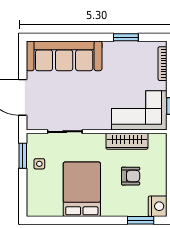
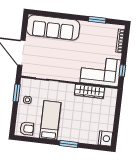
armchair: (131, 176) -> (27, 129), moved
bed: (82, 189) -> (50, 120), width x0.67
window: (141, 220) -> (69, 144), moved

